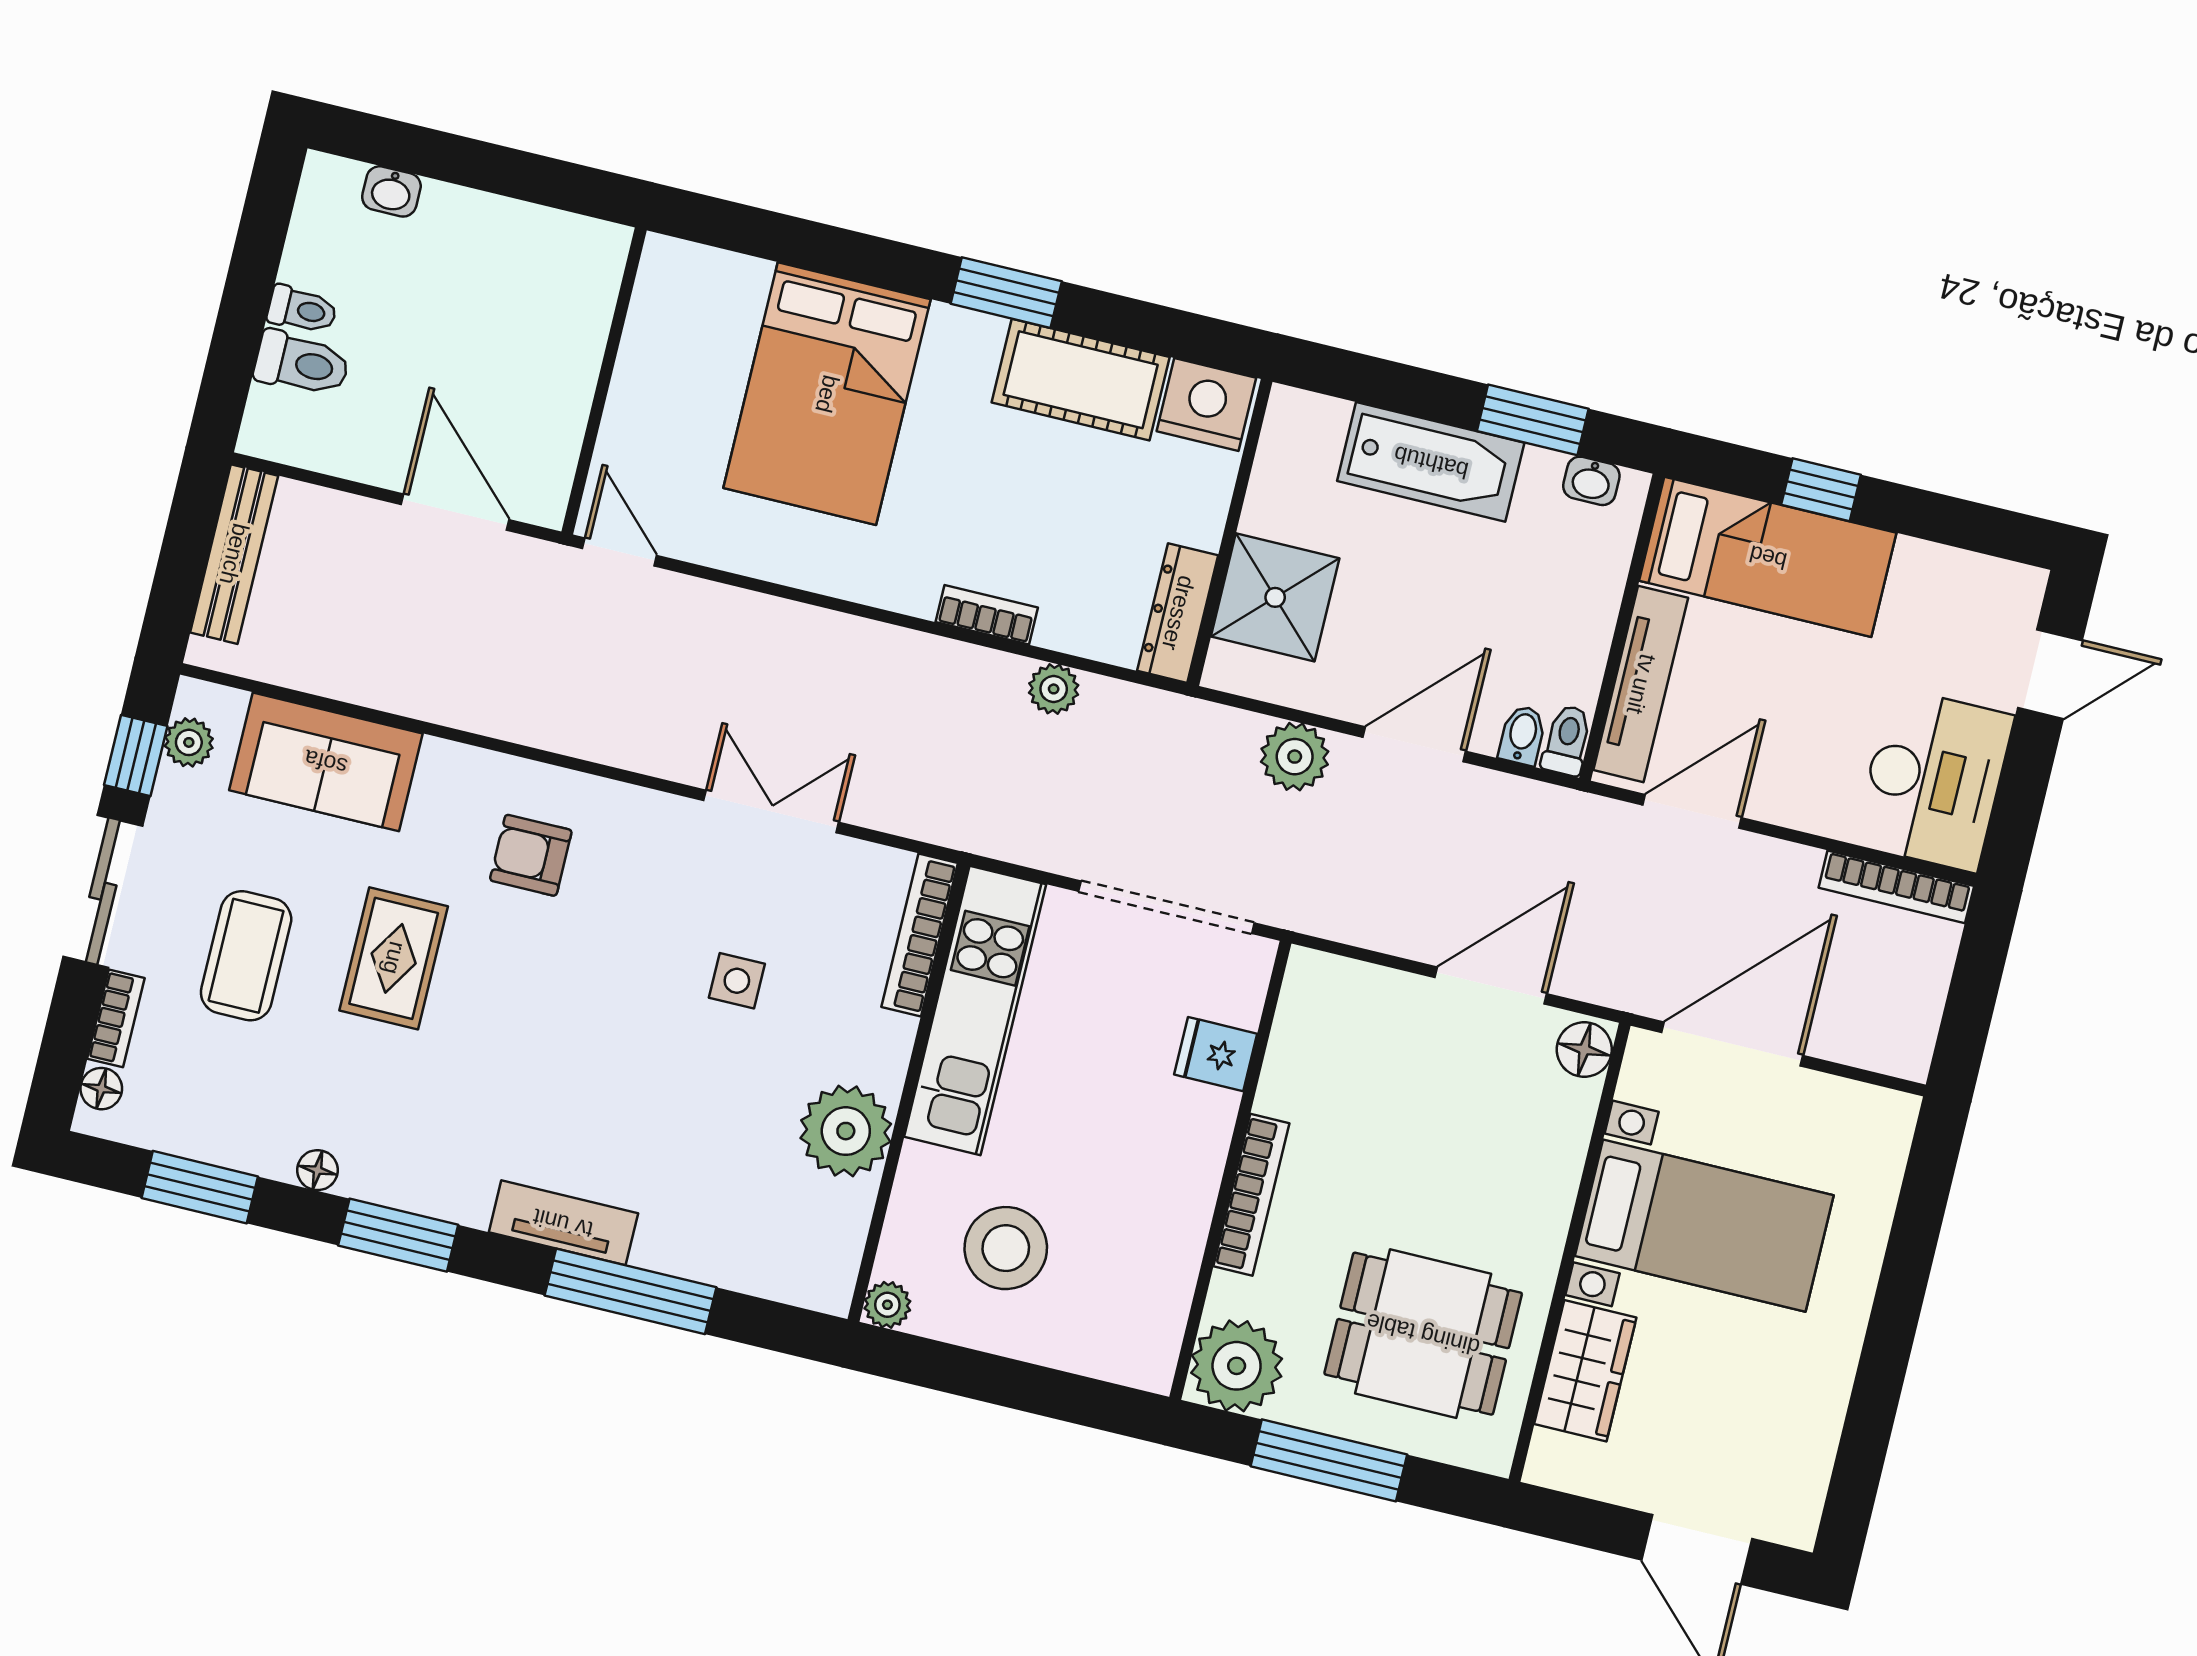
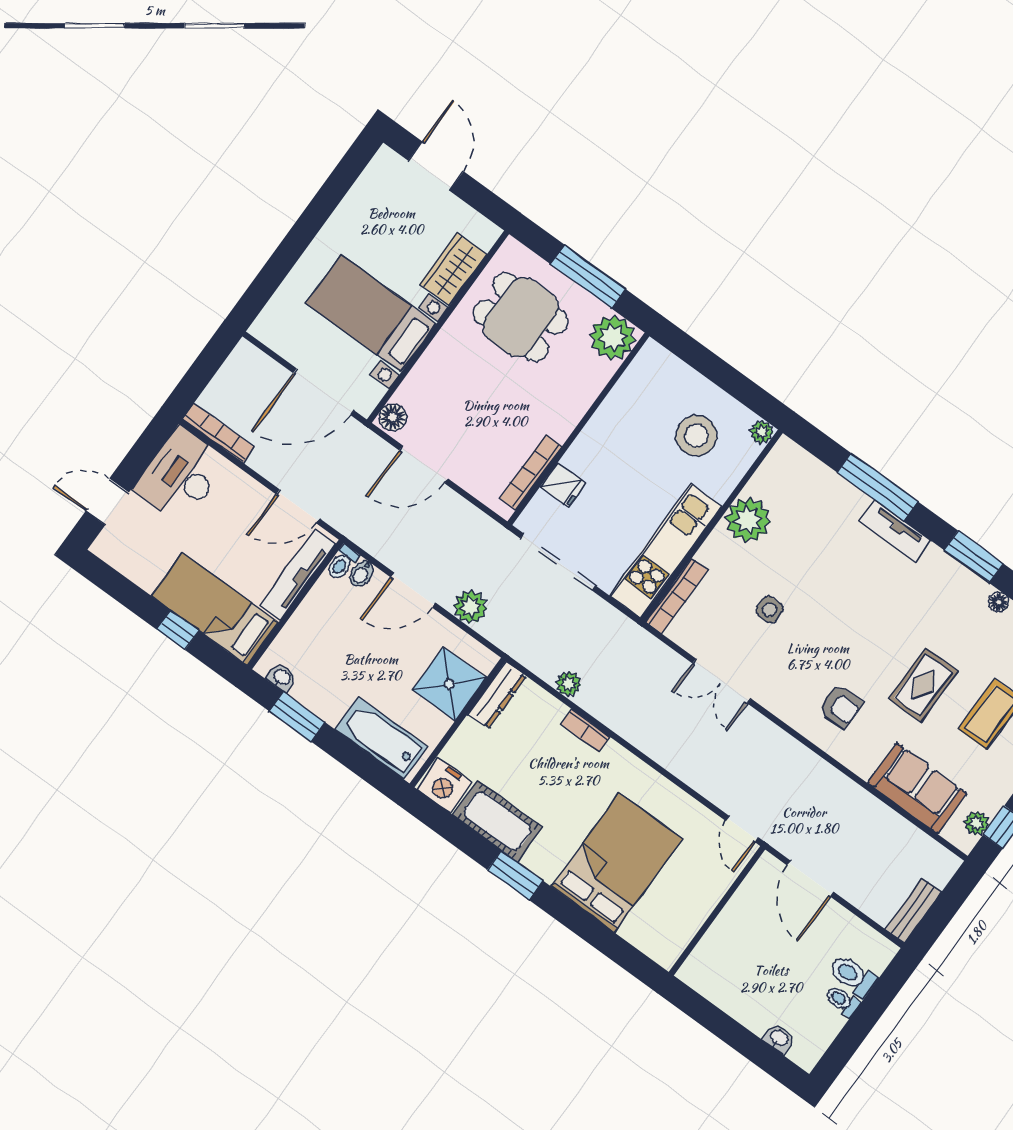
bathtub: (1431, 462) -> (381, 738), moved
bench: (234, 554) -> (913, 911), width x0.73
bookcase: (1251, 1195) -> (531, 472), moved

